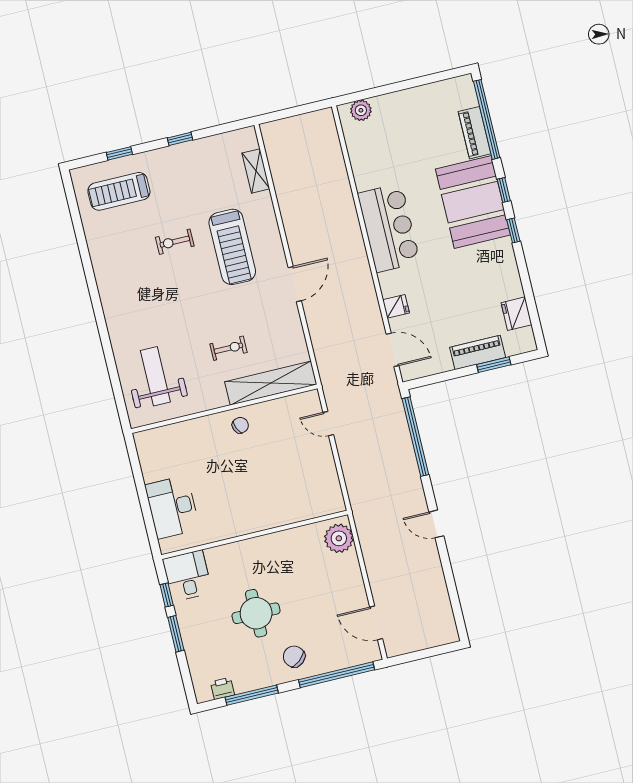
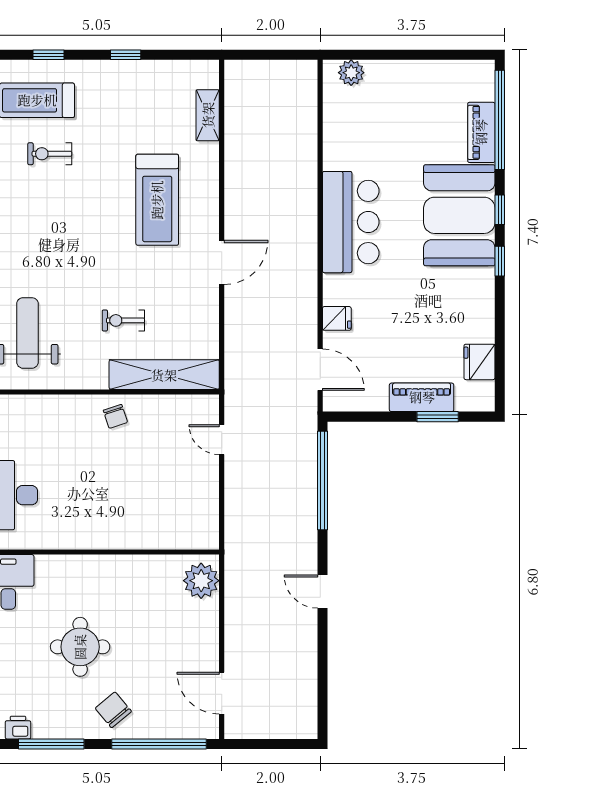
exercise bike: (175, 242) -> (50, 154), moved
exercise bike: (228, 348) -> (123, 320), turned 180
chair: (240, 425) -> (115, 416), turned 95

